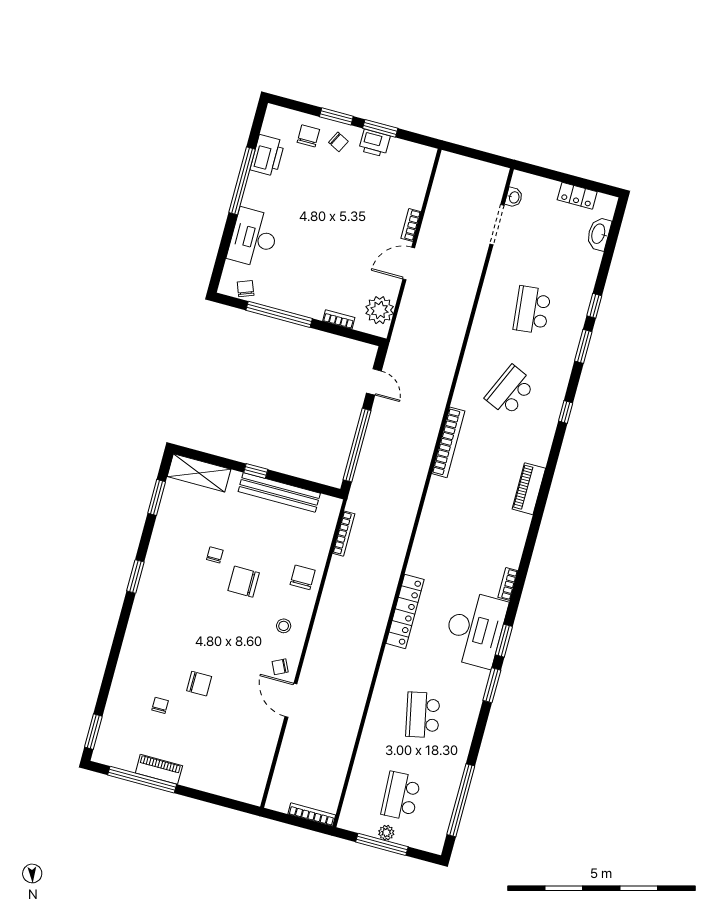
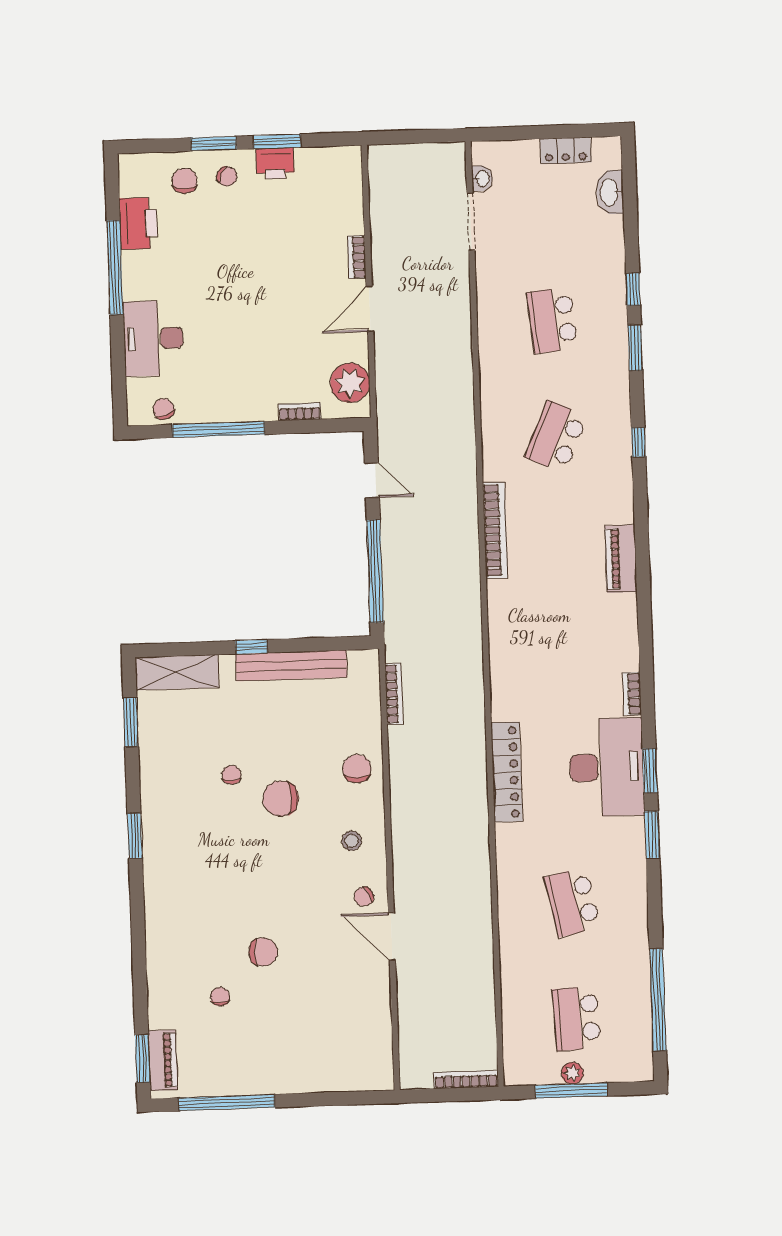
piano: (159, 769) -> (163, 1060), moved, turned 90

